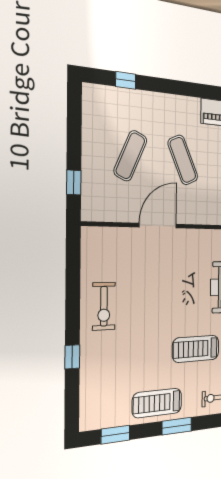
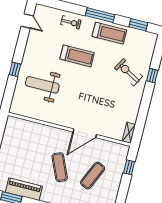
shelving: (88, 244) -> (129, 133), added
exercise bike: (104, 306) -> (129, 72), moved, turned -61
window: (177, 426) -> (100, 15), width x1.44

